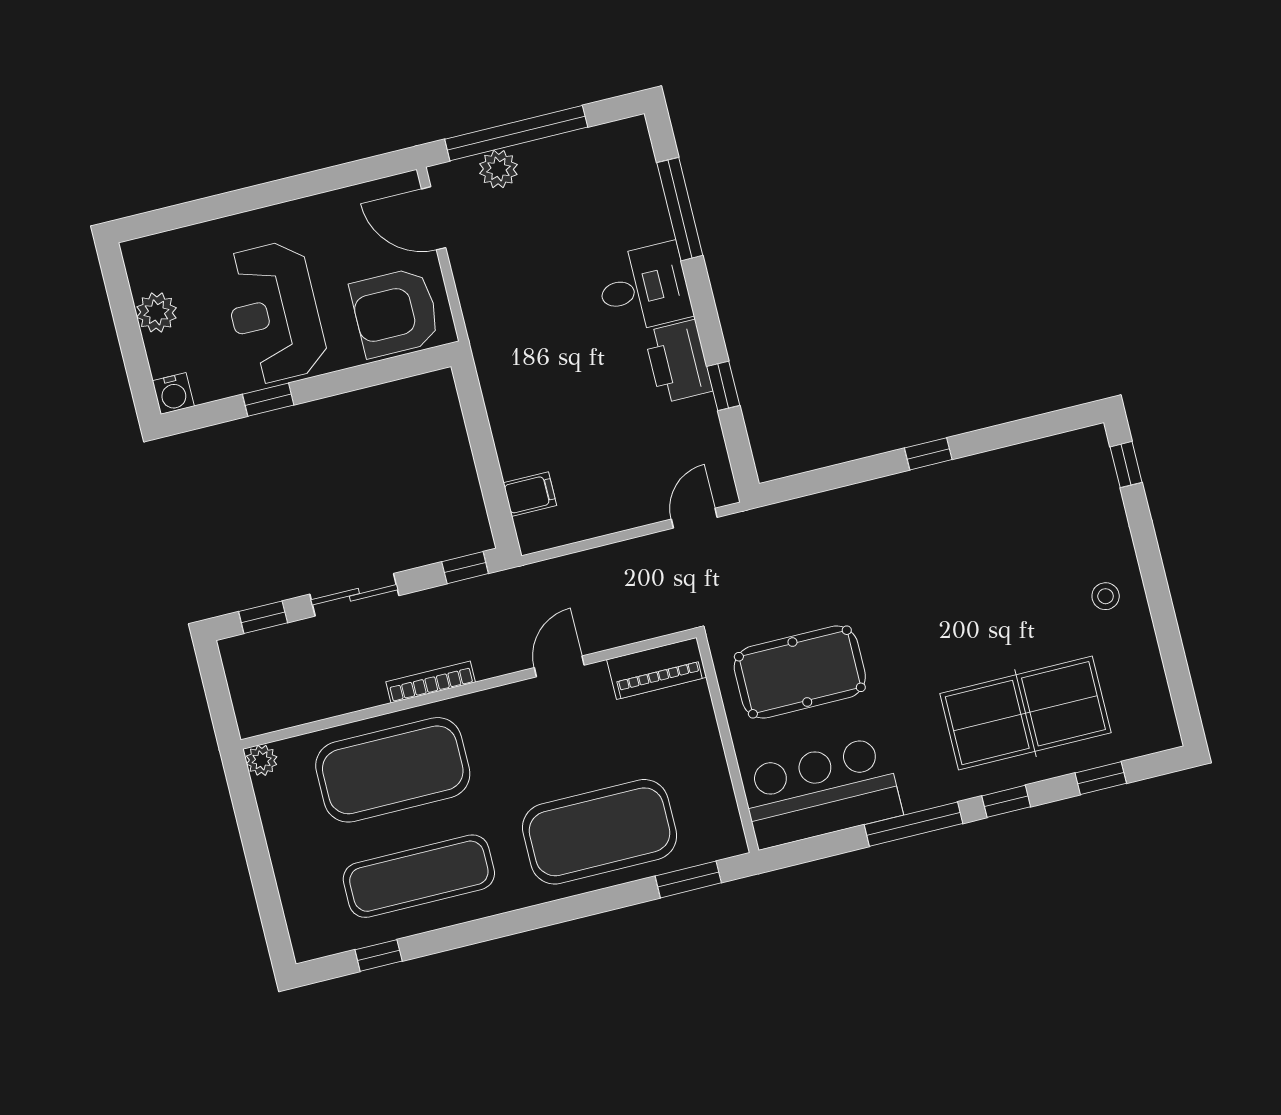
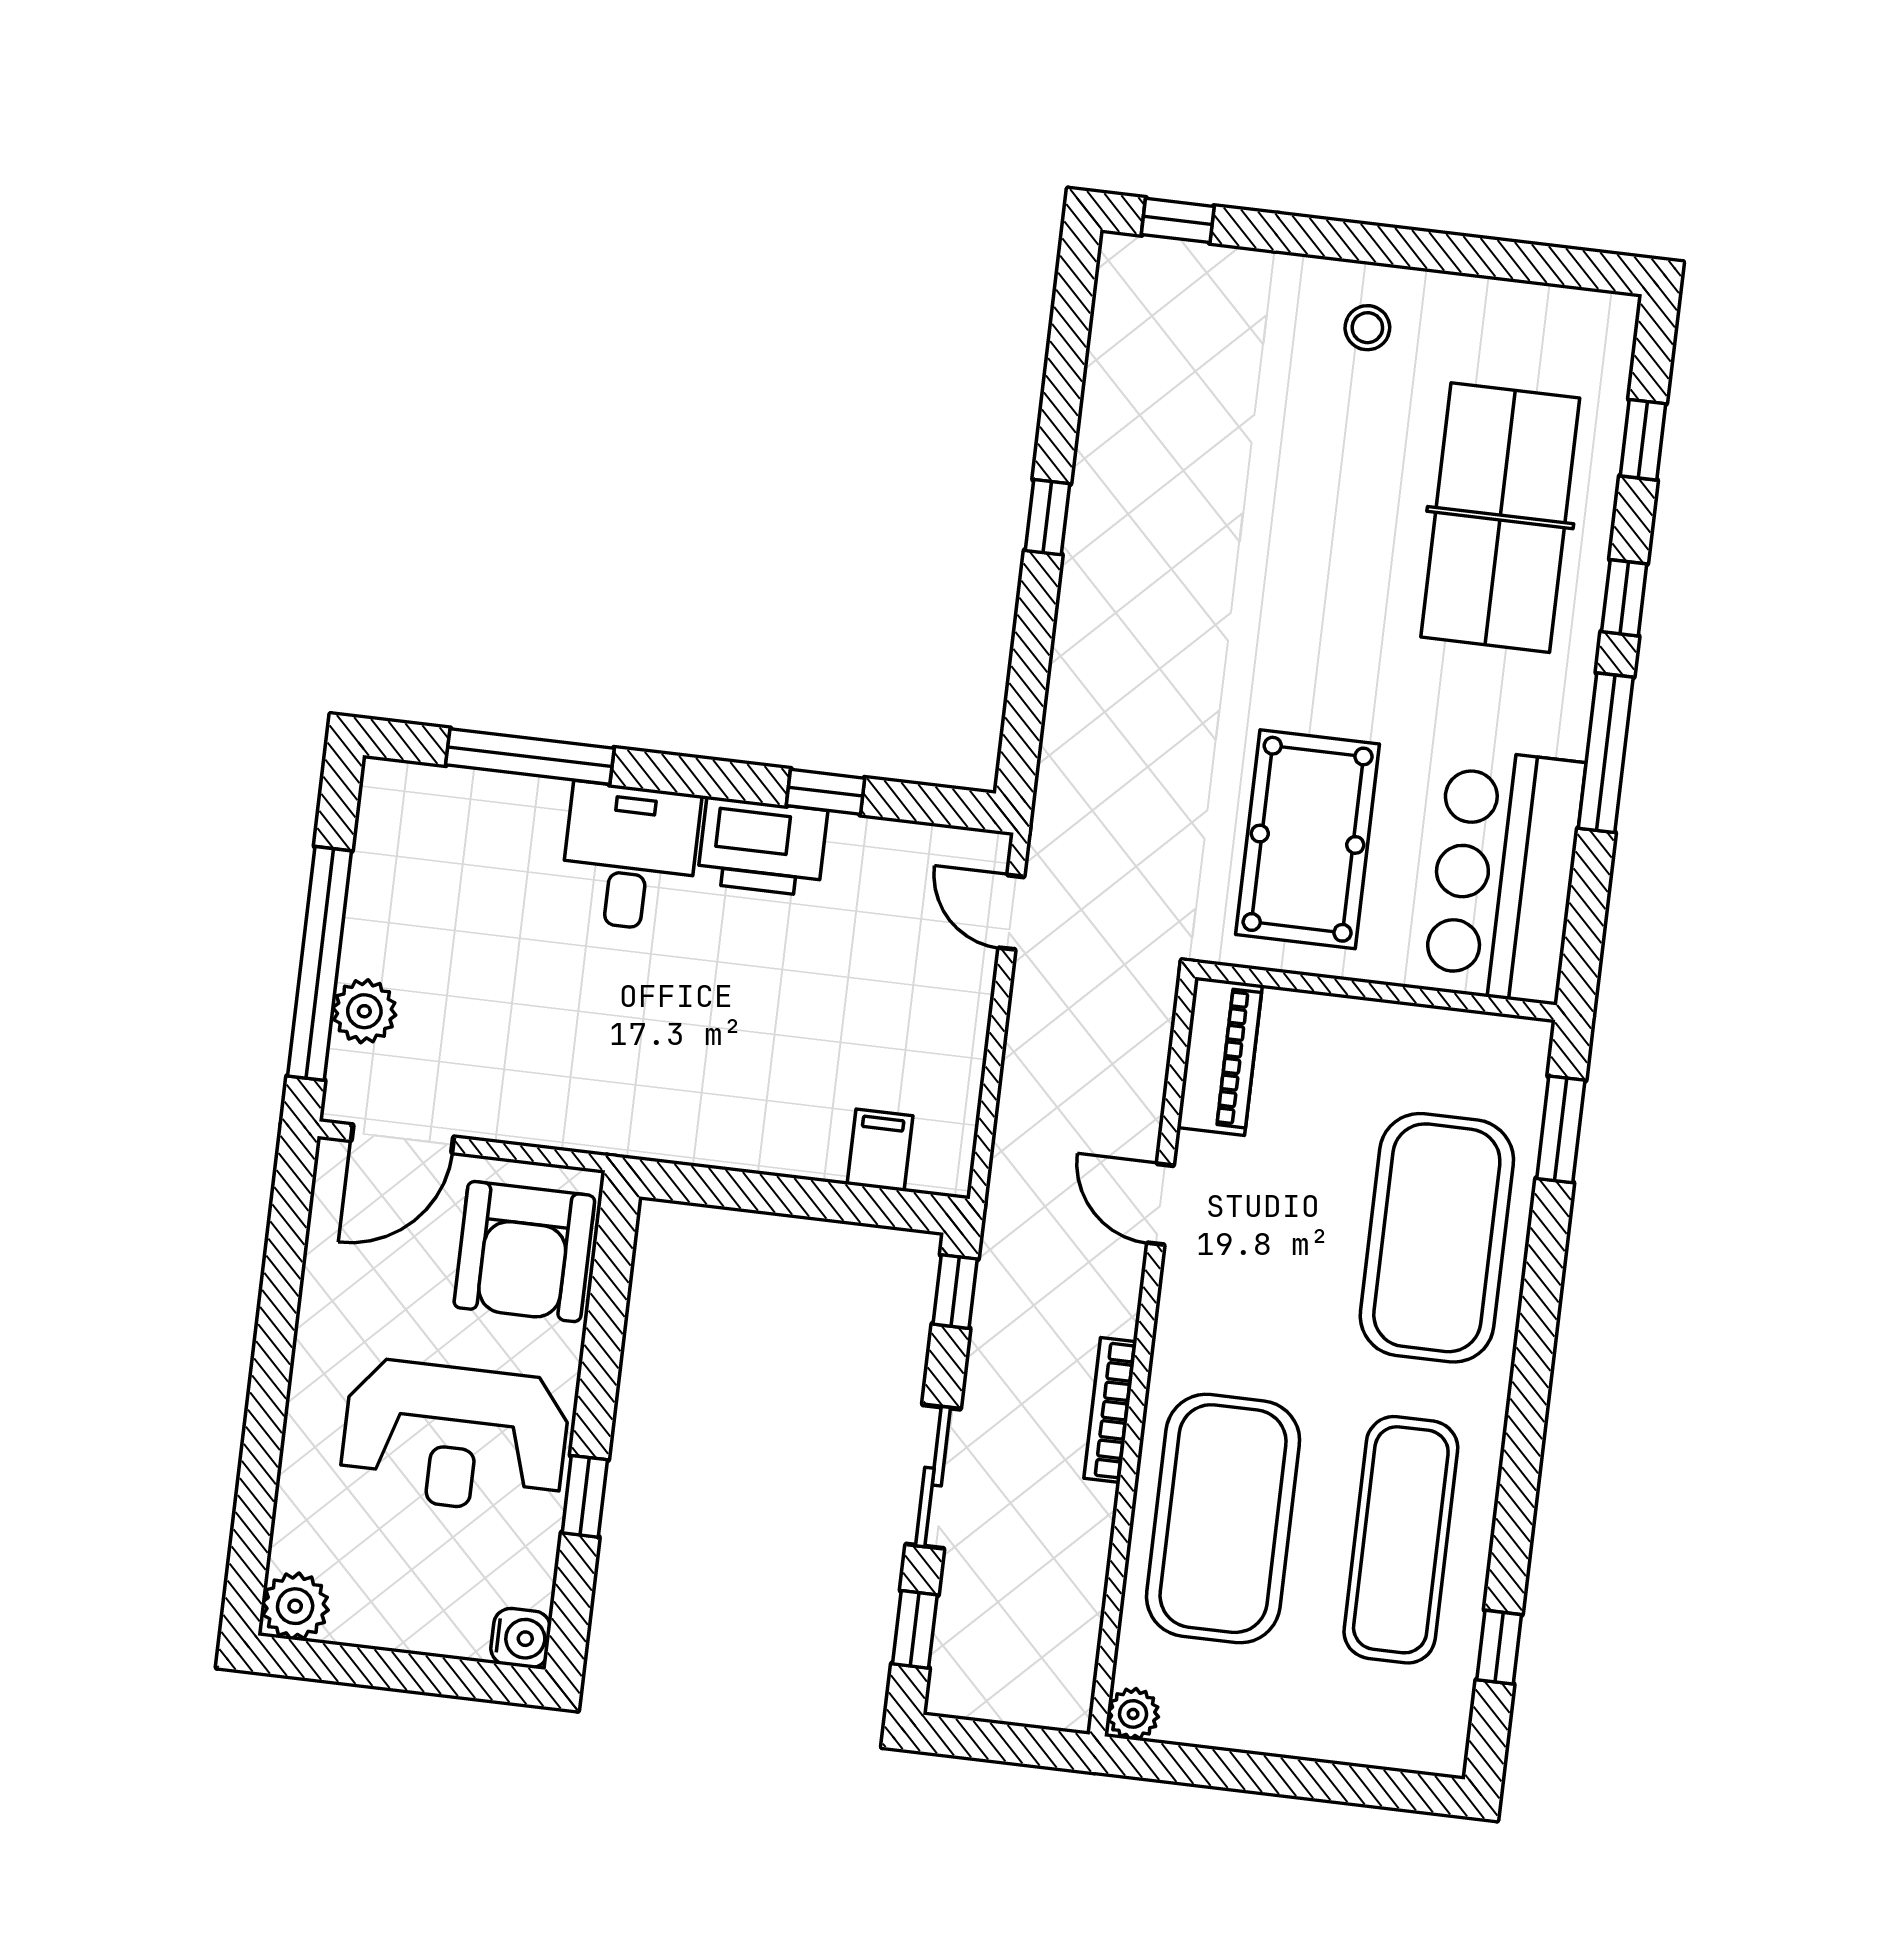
plant: (156, 312) -> (295, 1606), moved

